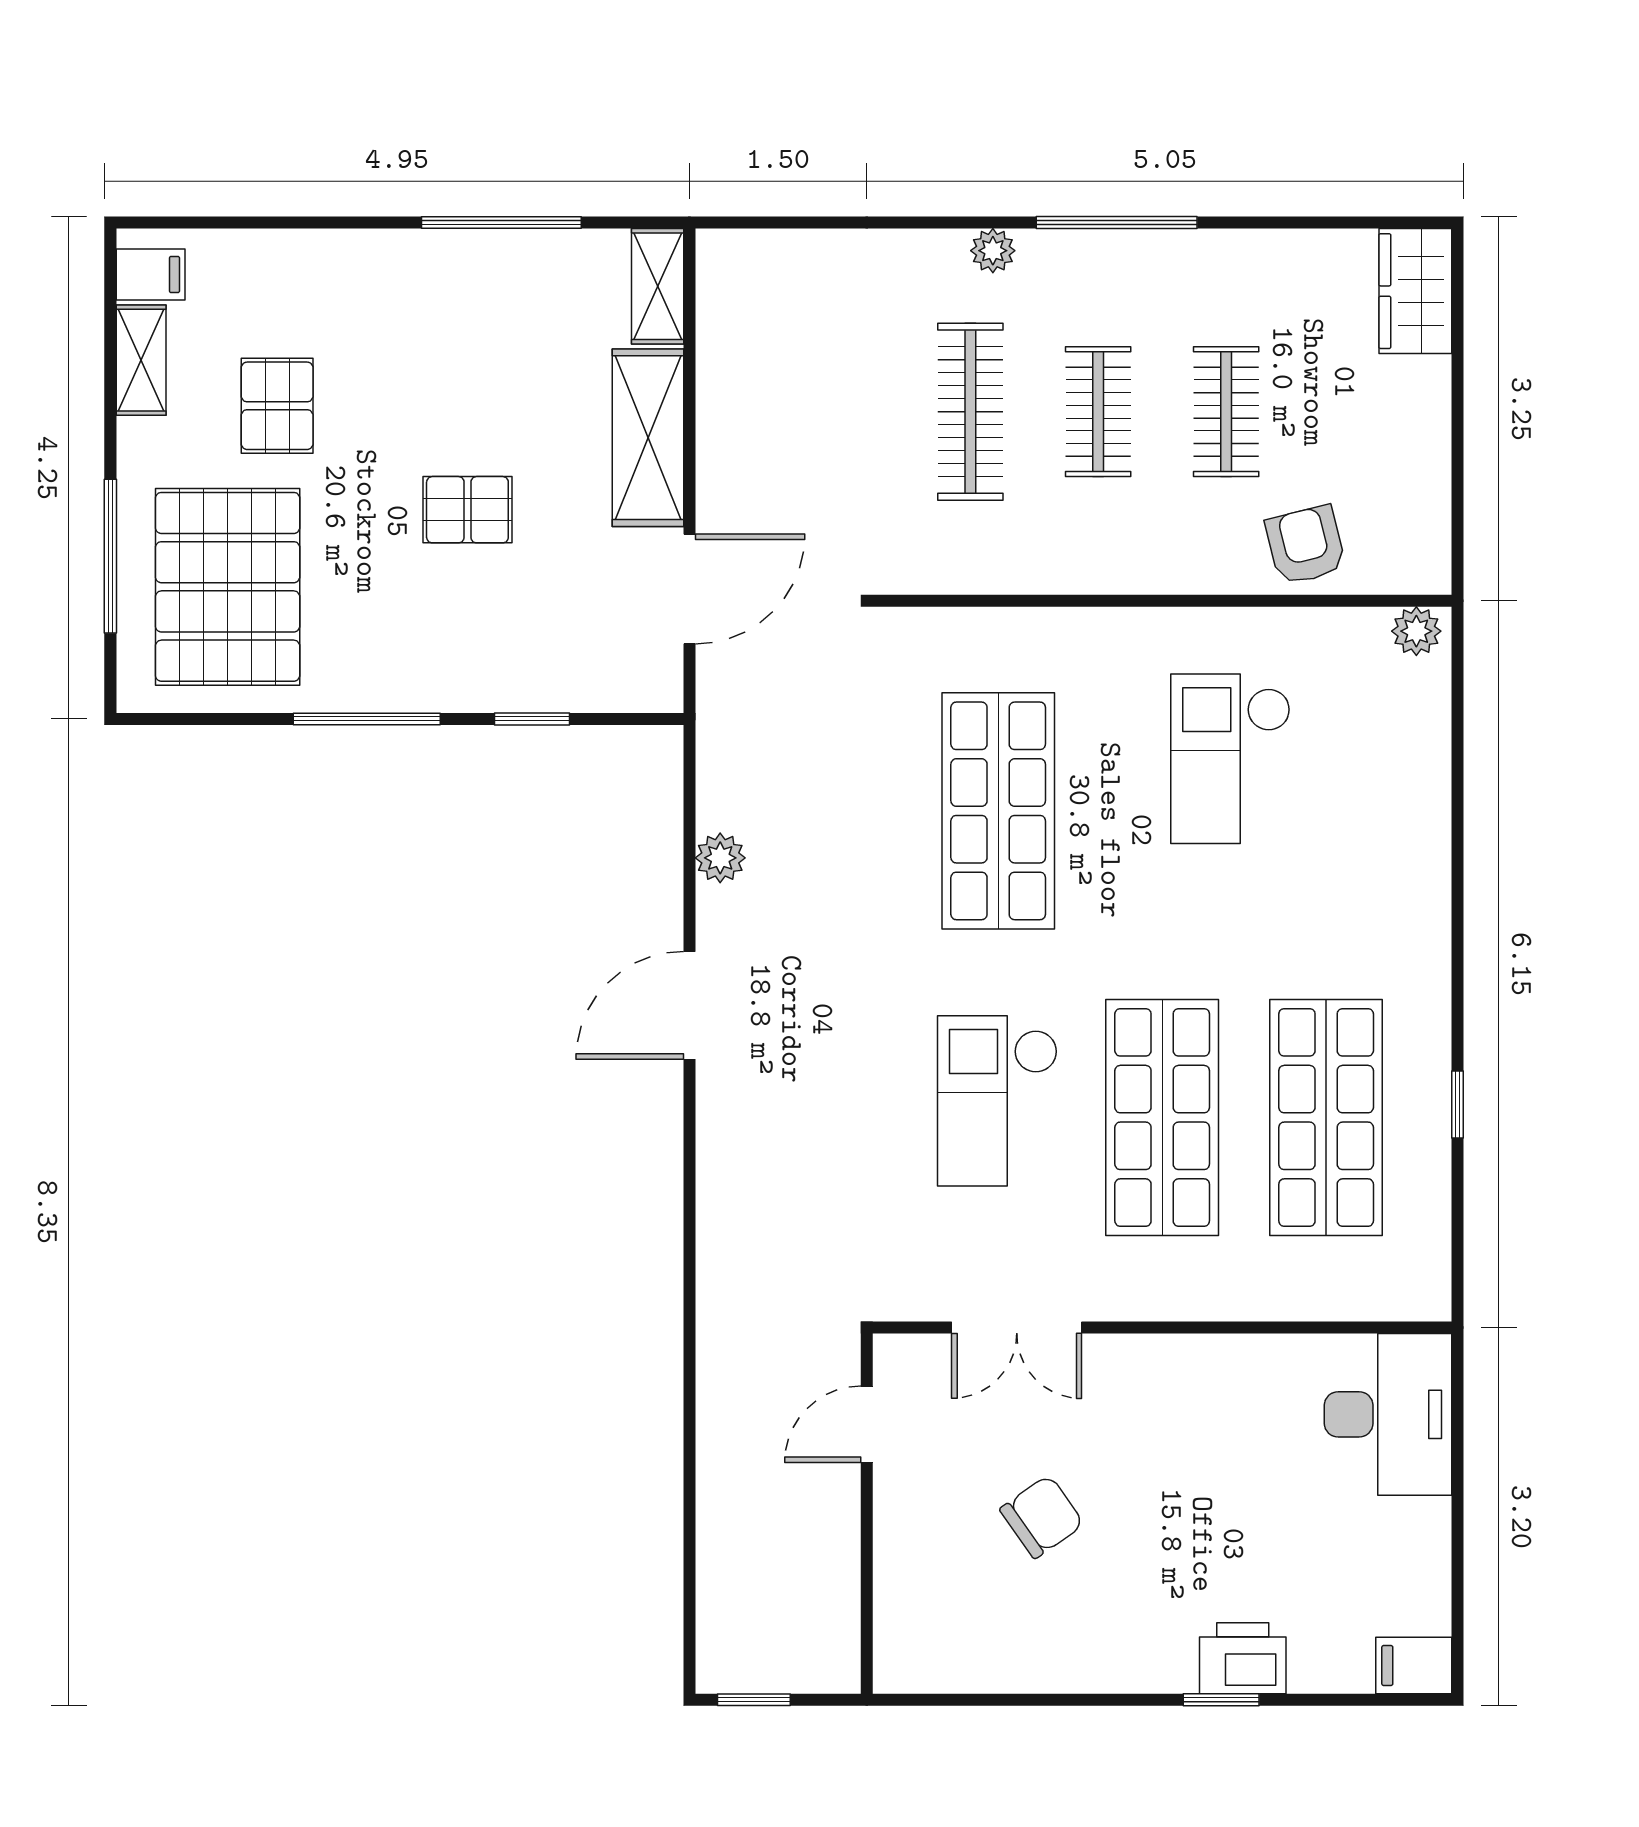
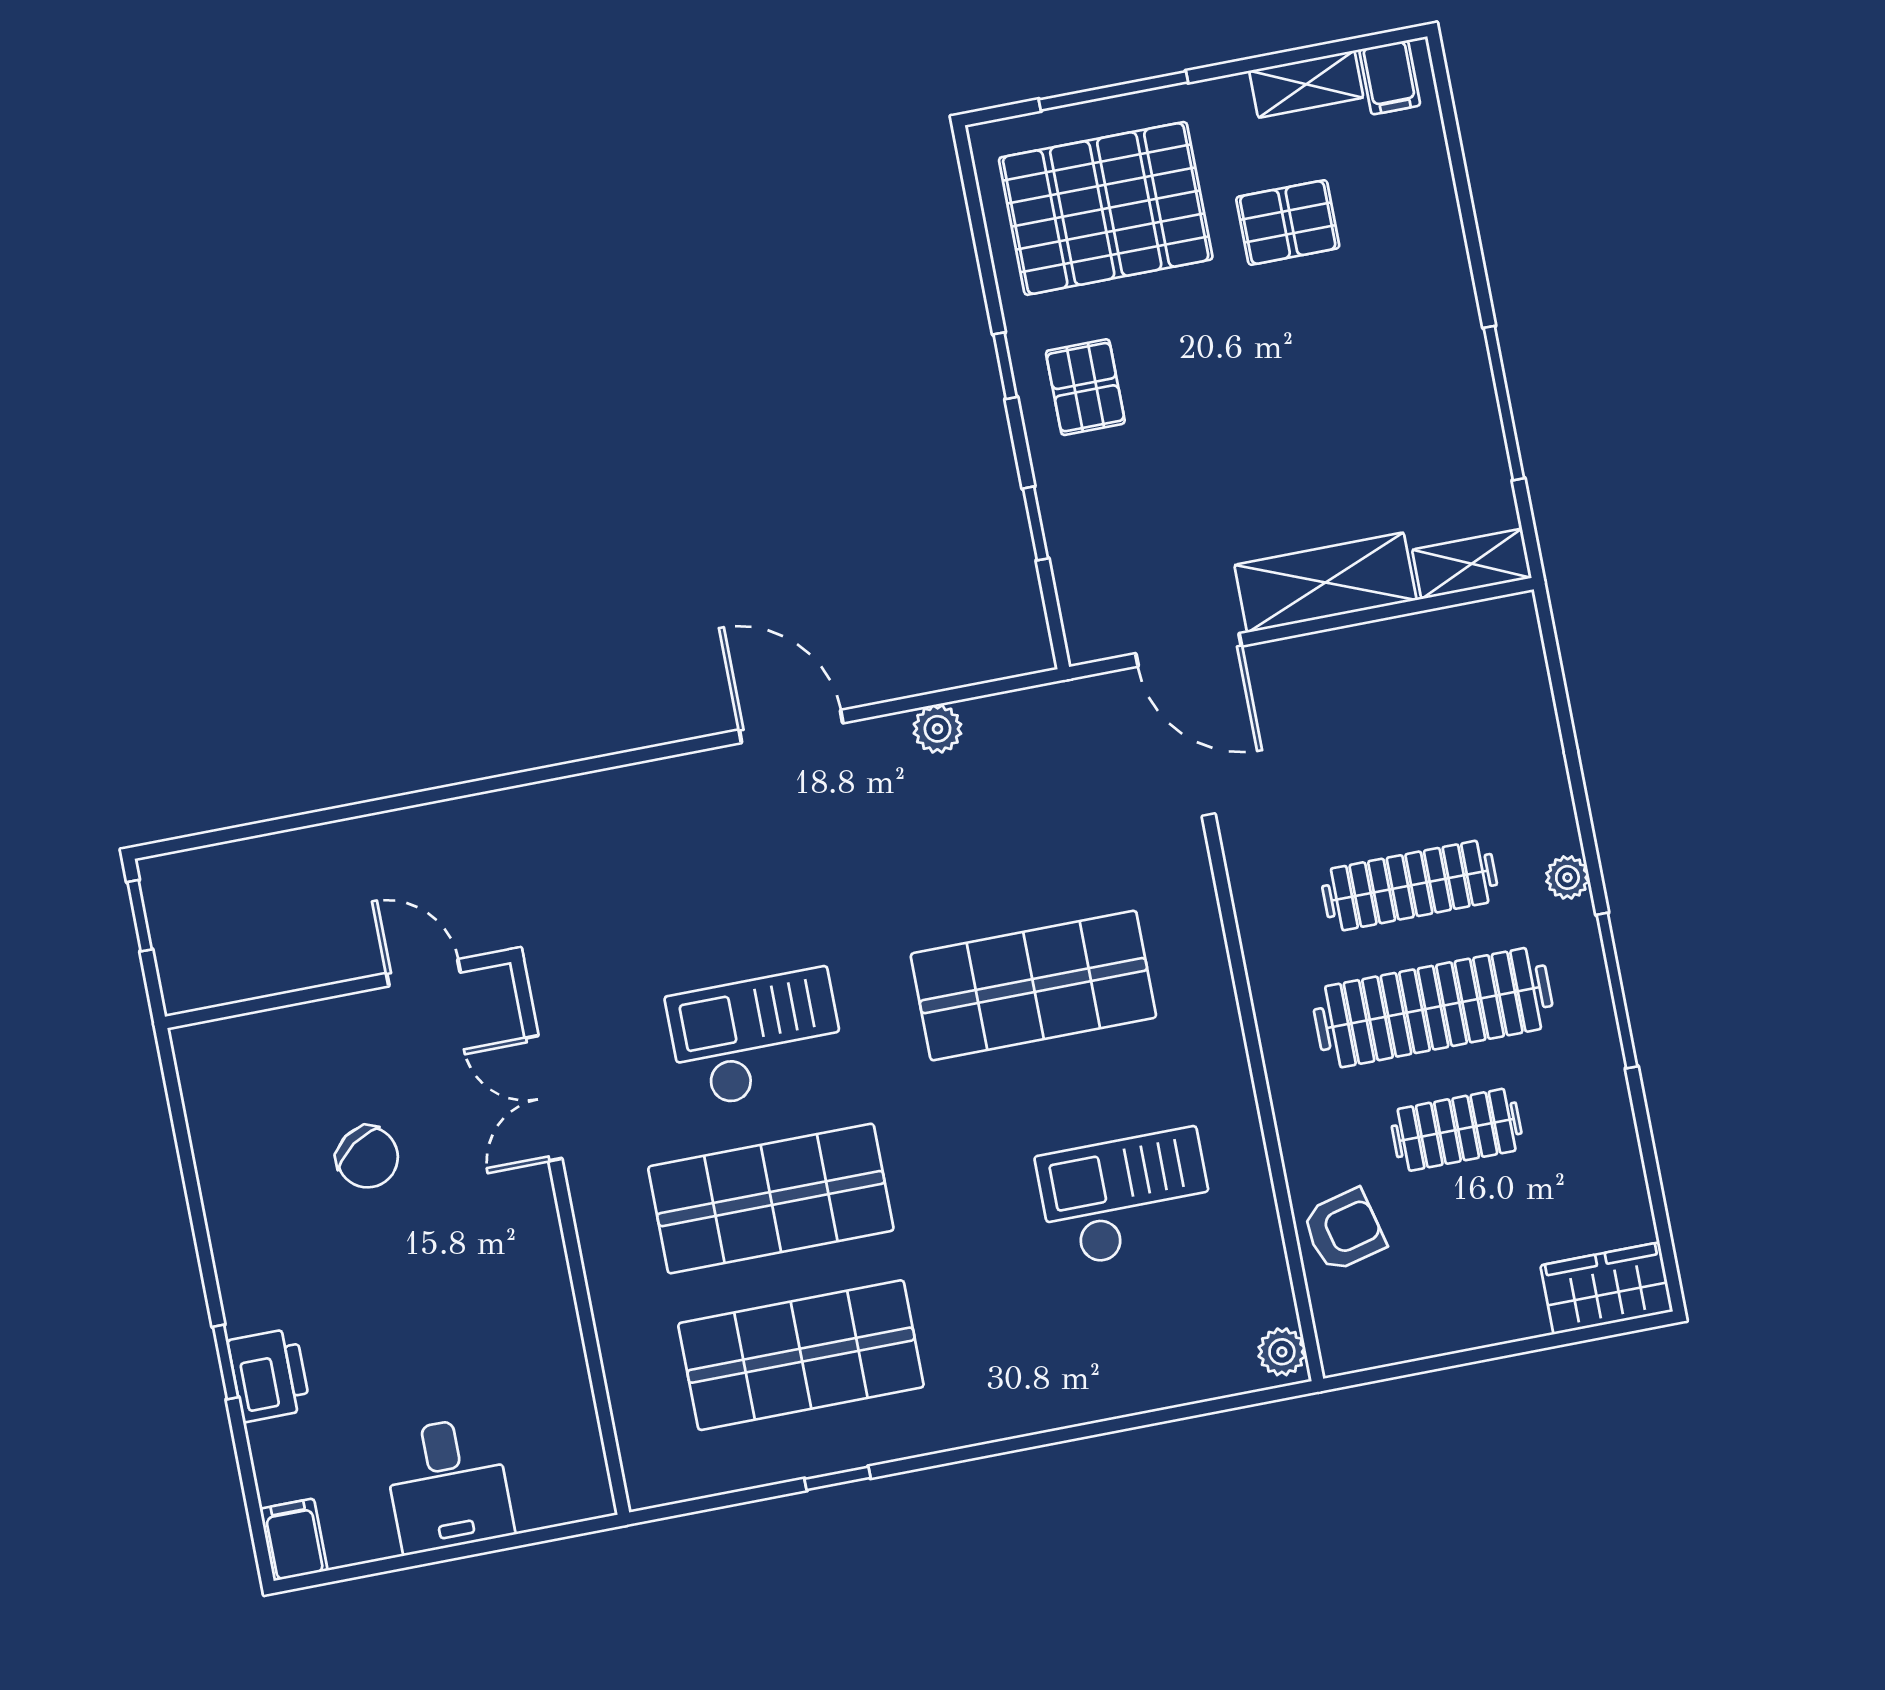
clothes rail: (1098, 412) -> (1433, 1008), width x1.86, depth x1.31
pallet: (467, 510) -> (1085, 387), moved
window: (367, 719) -> (1005, 366), width x0.46
desk: (1388, 1414) -> (448, 1484), moved, width x0.73

